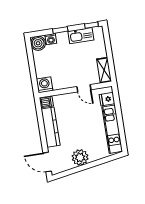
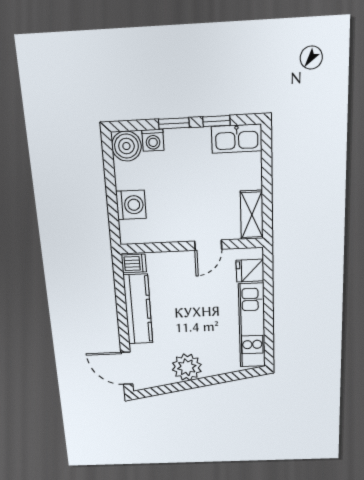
window: (91, 25) -> (216, 121), moved
kitchen sink: (81, 36) -> (237, 139), moved
washing machine: (45, 85) -> (131, 205), moved, turned 90
door: (84, 88) -> (208, 245), hinge flipped

